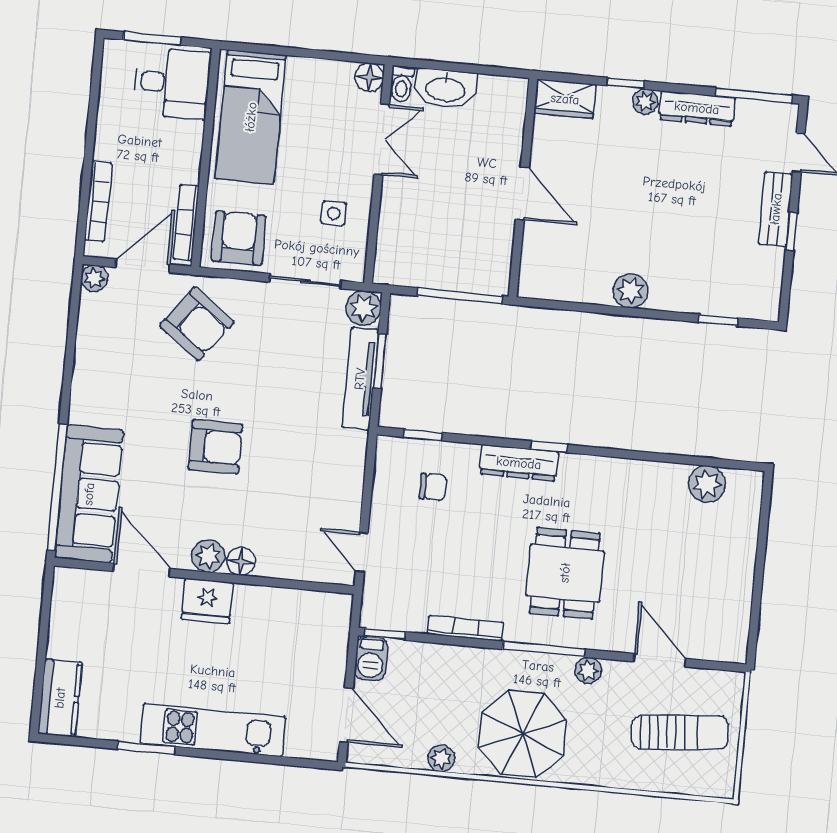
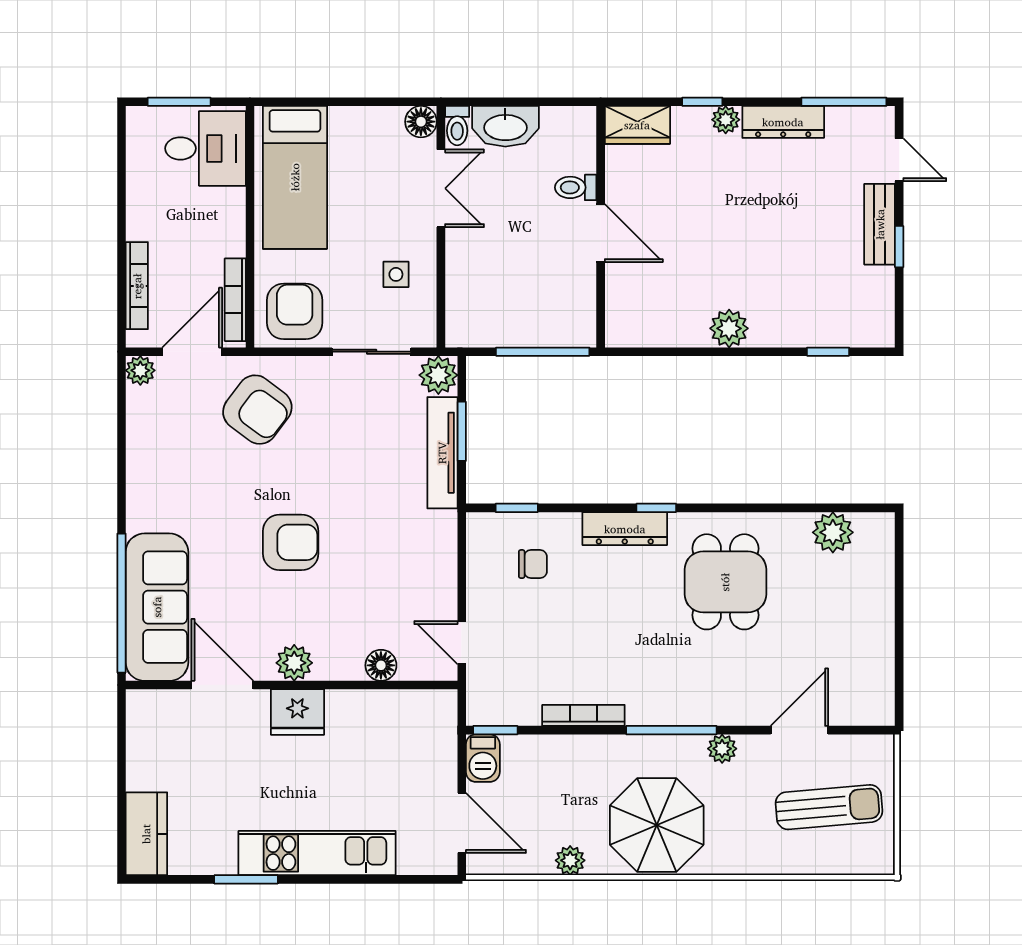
toilet: (504, 150) -> (576, 187), added
floor lamp: (241, 561) -> (381, 665), moved
dining table: (565, 573) -> (725, 582), moved
door: (660, 660) -> (799, 730), hinge flipped

